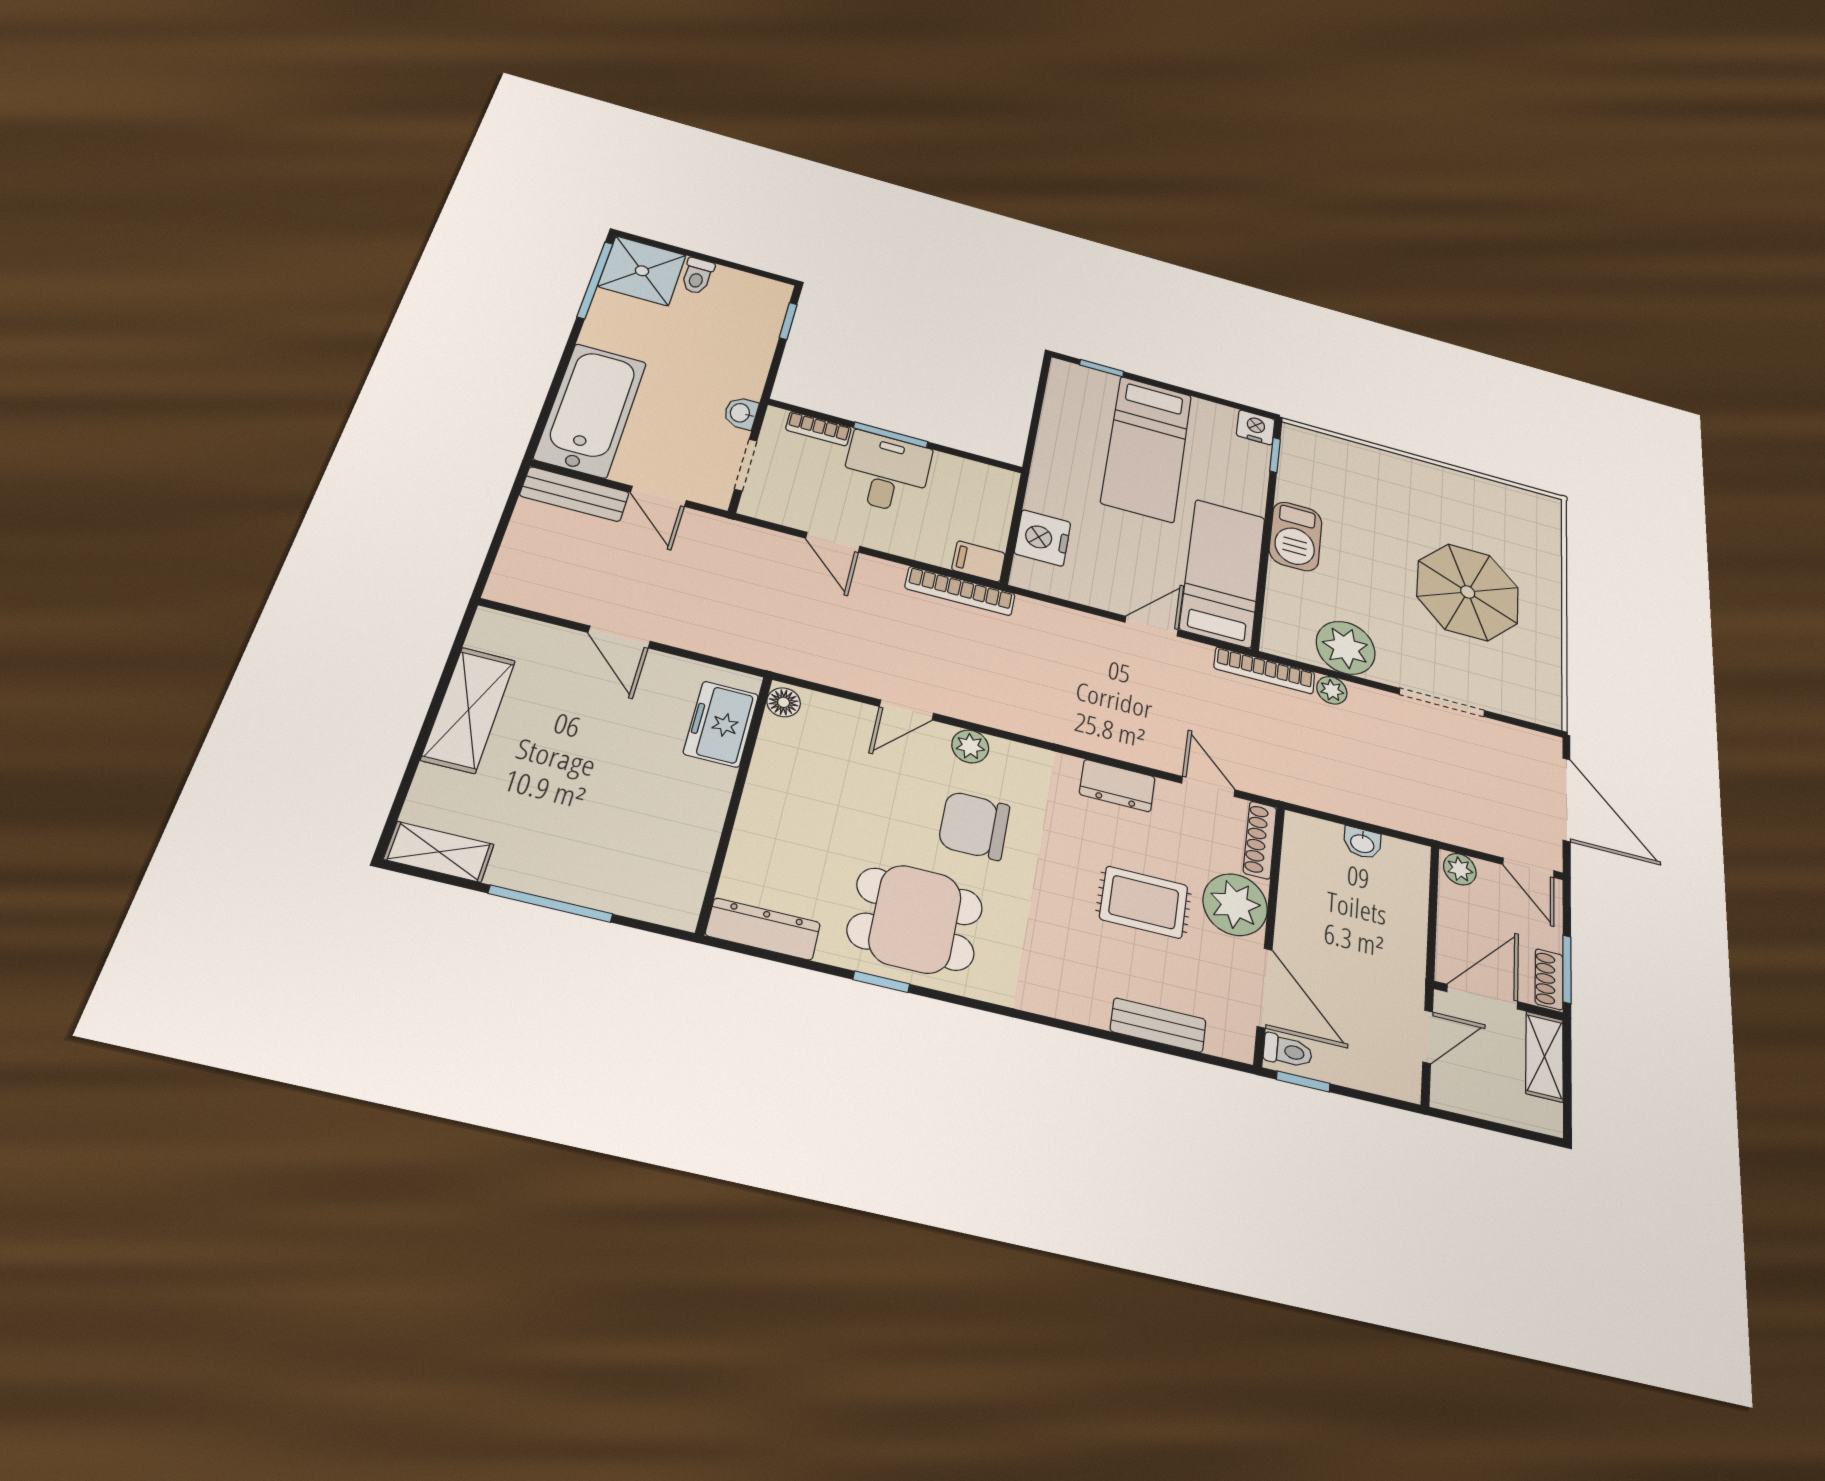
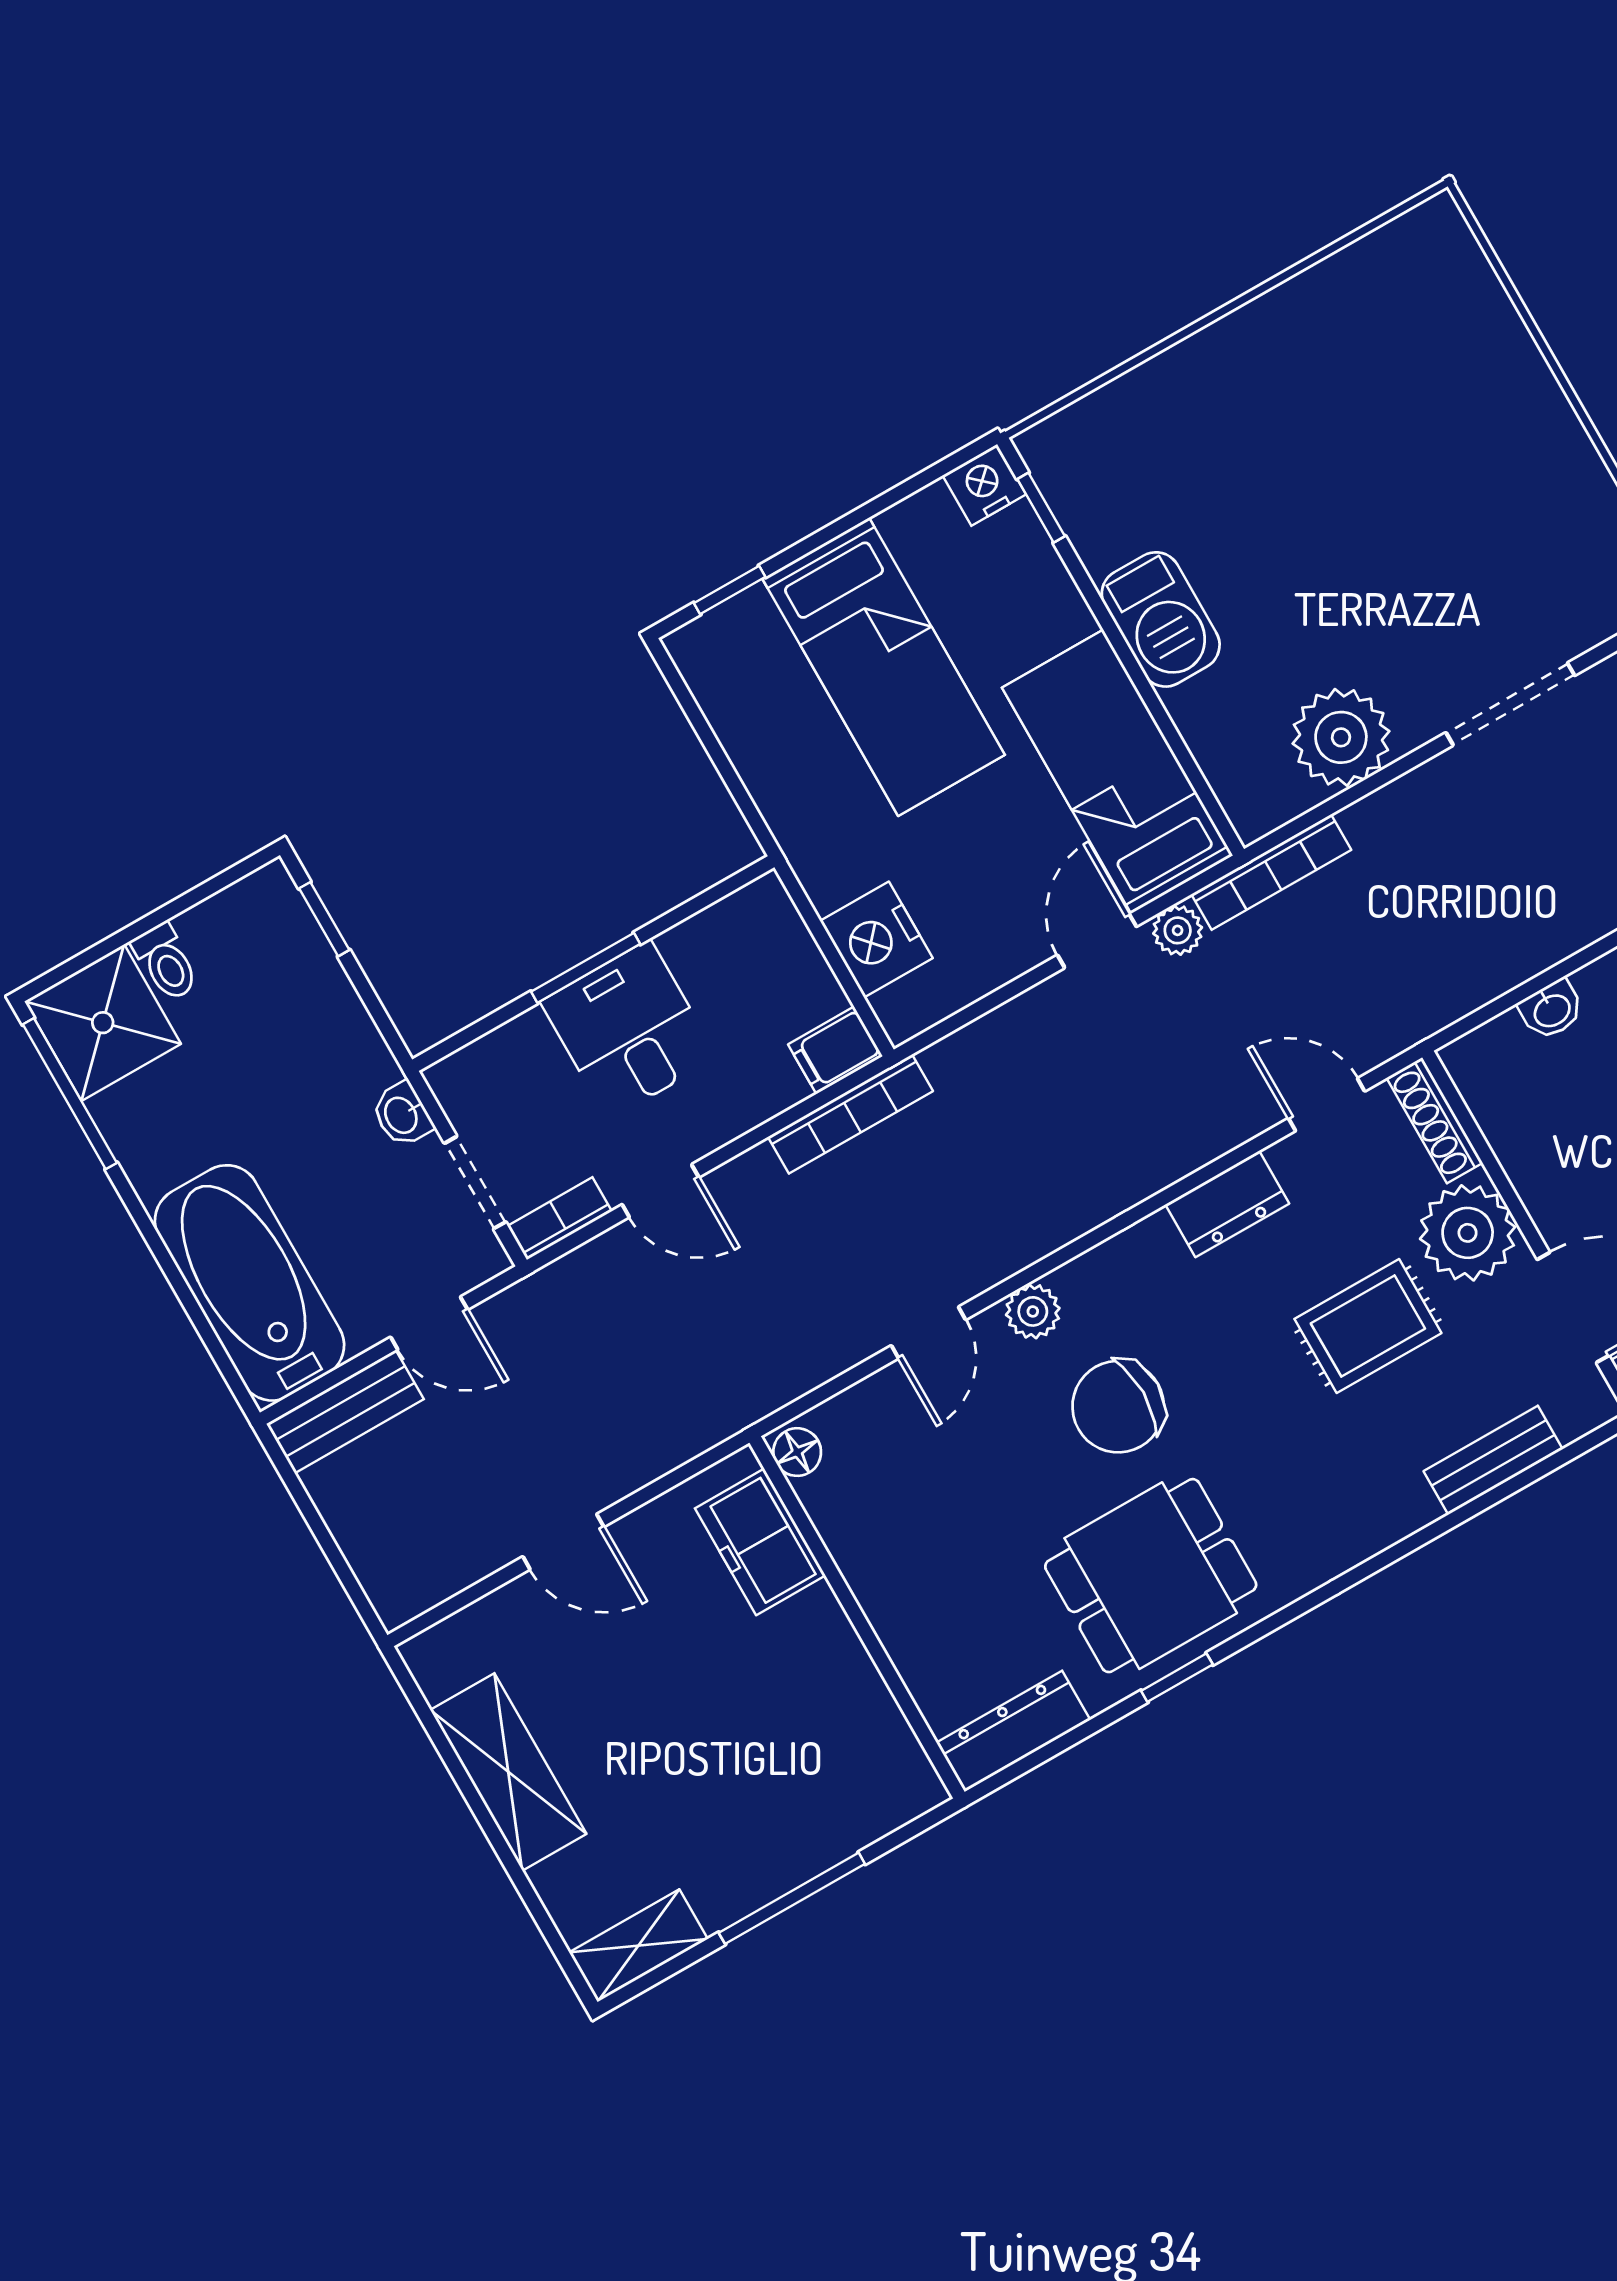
bookcase: (818, 429) -> (560, 1219), moved, turned 180
parasol: (1468, 592) -> (1429, 487), removed
plant: (1332, 690) -> (1178, 930), moved

